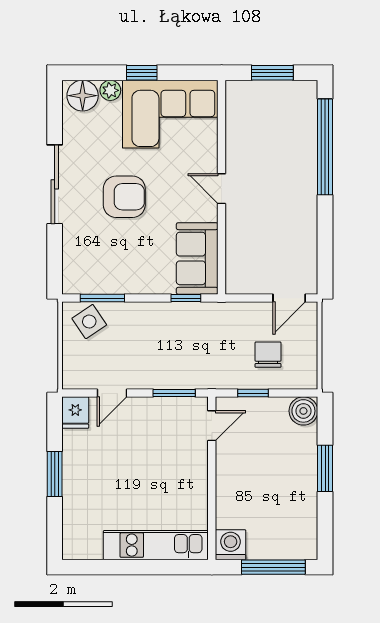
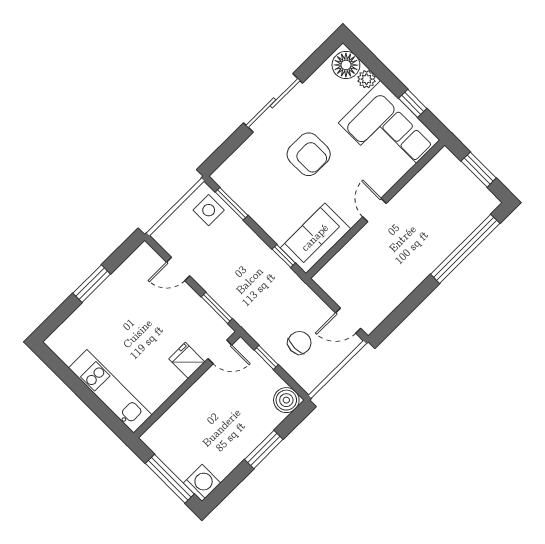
window: (142, 73) -> (413, 103), moved
side table: (89, 322) -> (209, 210), turned 34
fridge: (75, 413) -> (187, 360), moved, turned 90
washing machine: (231, 545) -> (202, 483), moved

